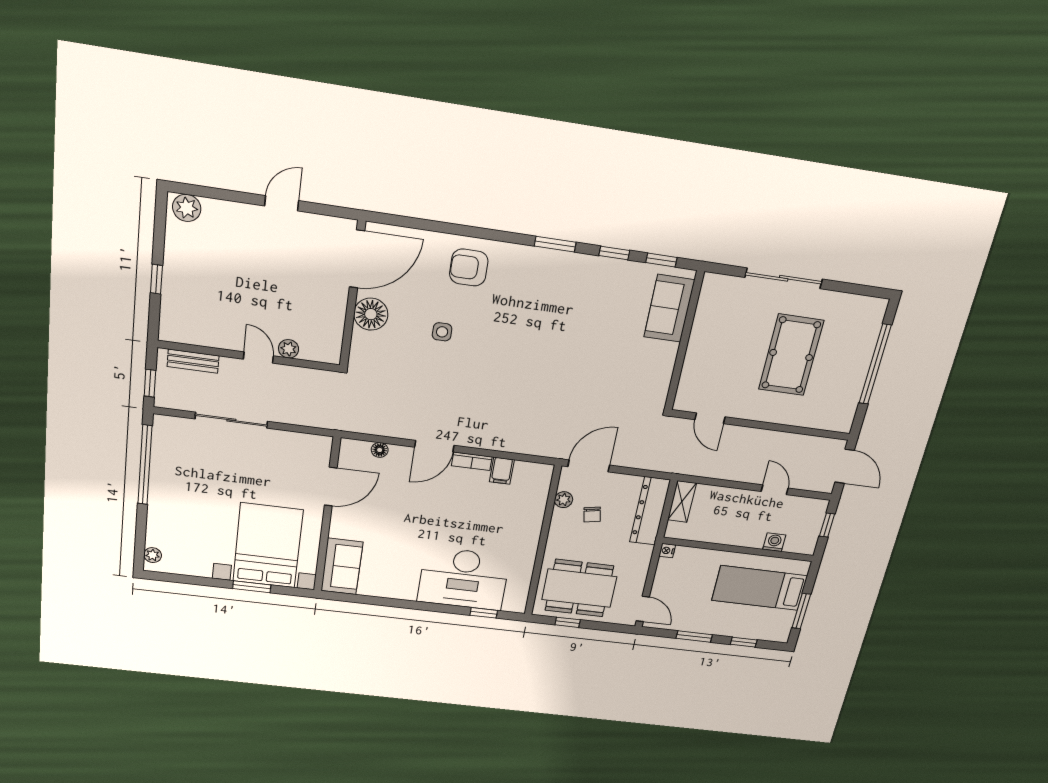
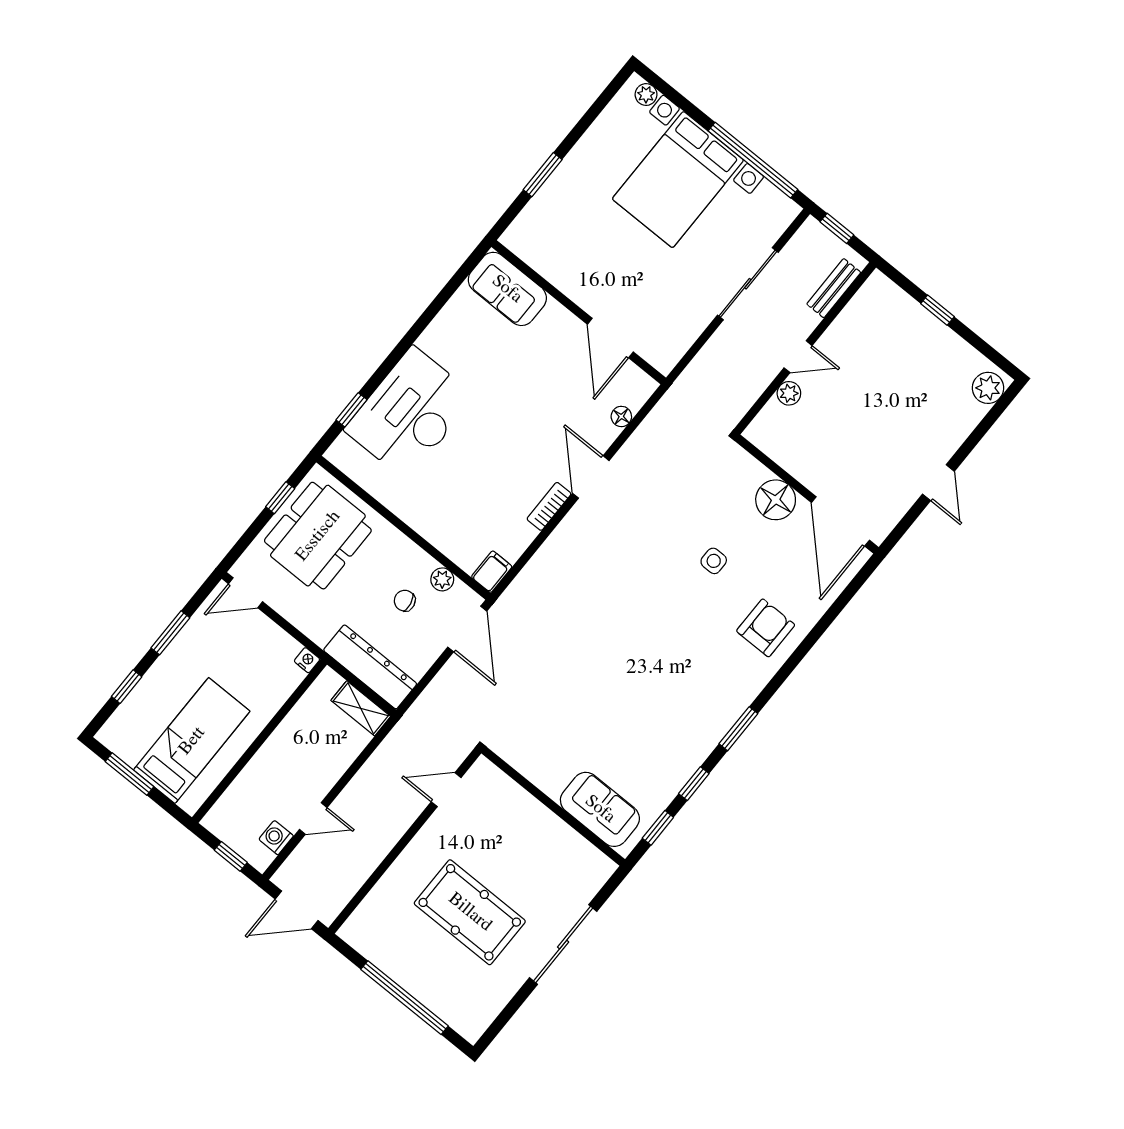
filing cabinet: (502, 471) -> (492, 572), moved, turned 90
washing machine: (774, 542) -> (276, 838), moved, turned 180
bed with nightstands: (268, 546) -> (678, 180), moved, turned 90

